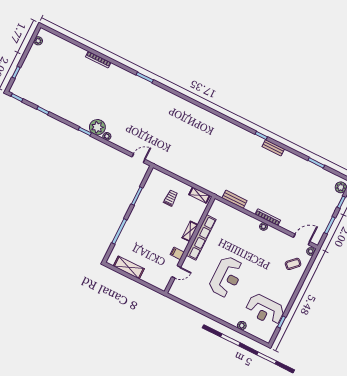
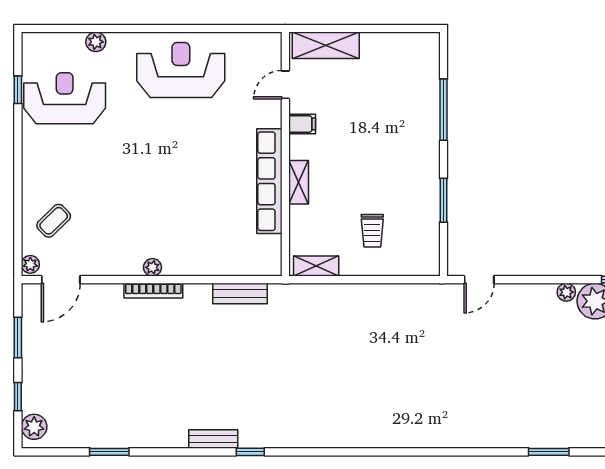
shelving: (129, 267) -> (326, 45), moved
reception desk: (226, 277) -> (181, 70), moved, turned 90

